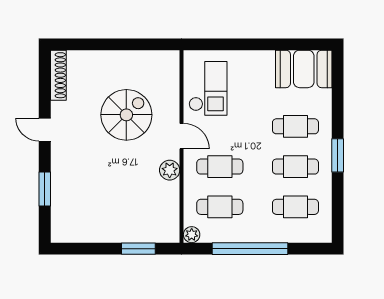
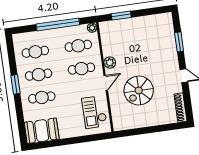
door: (182, 136) -> (106, 83), swing flipped

